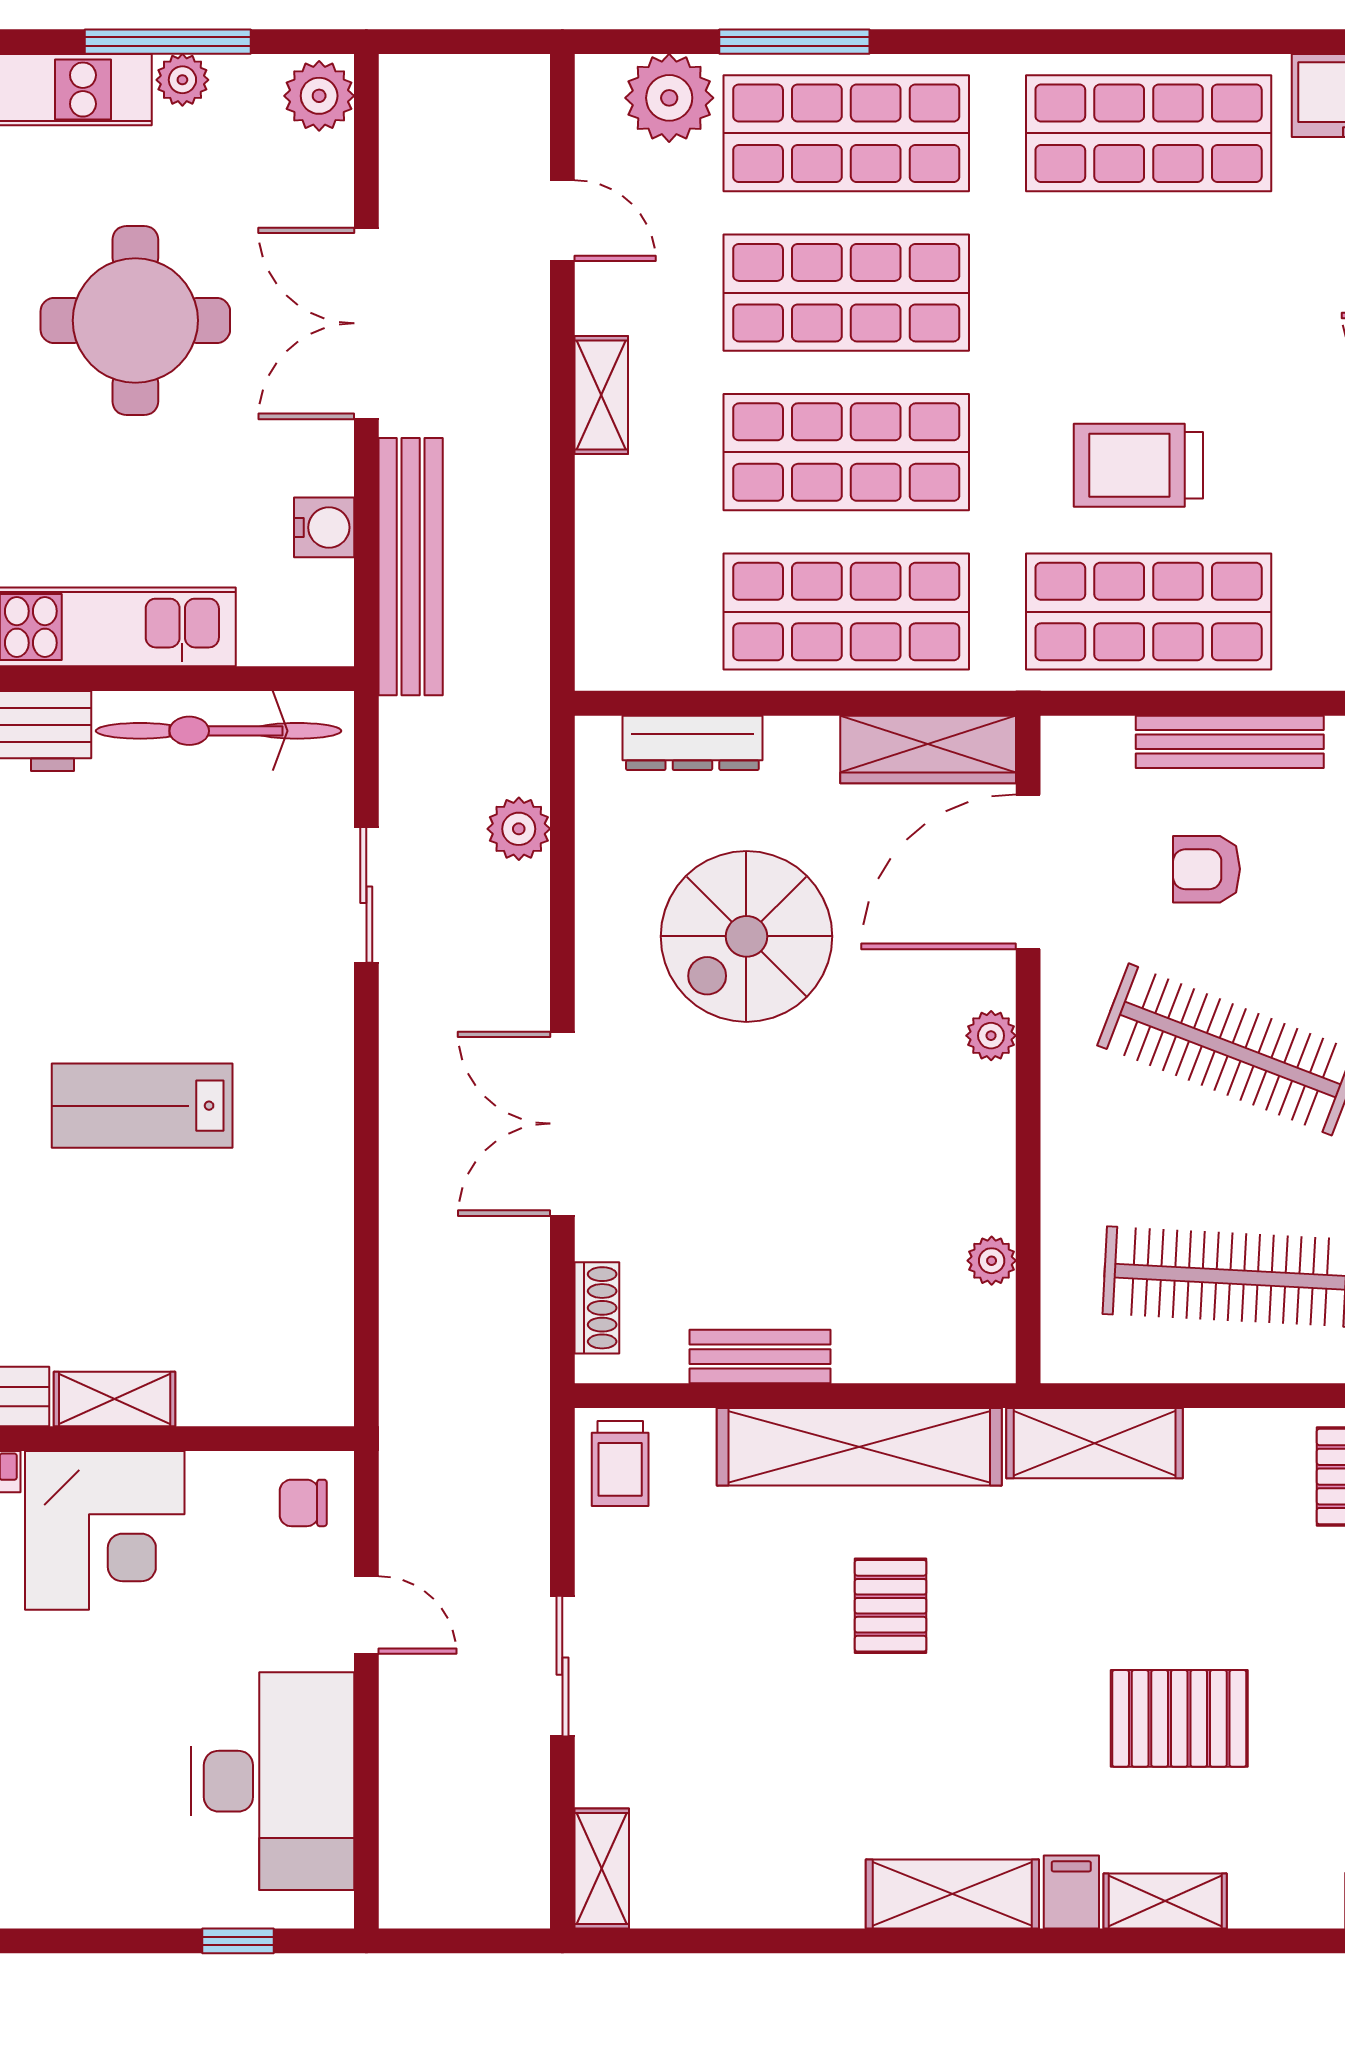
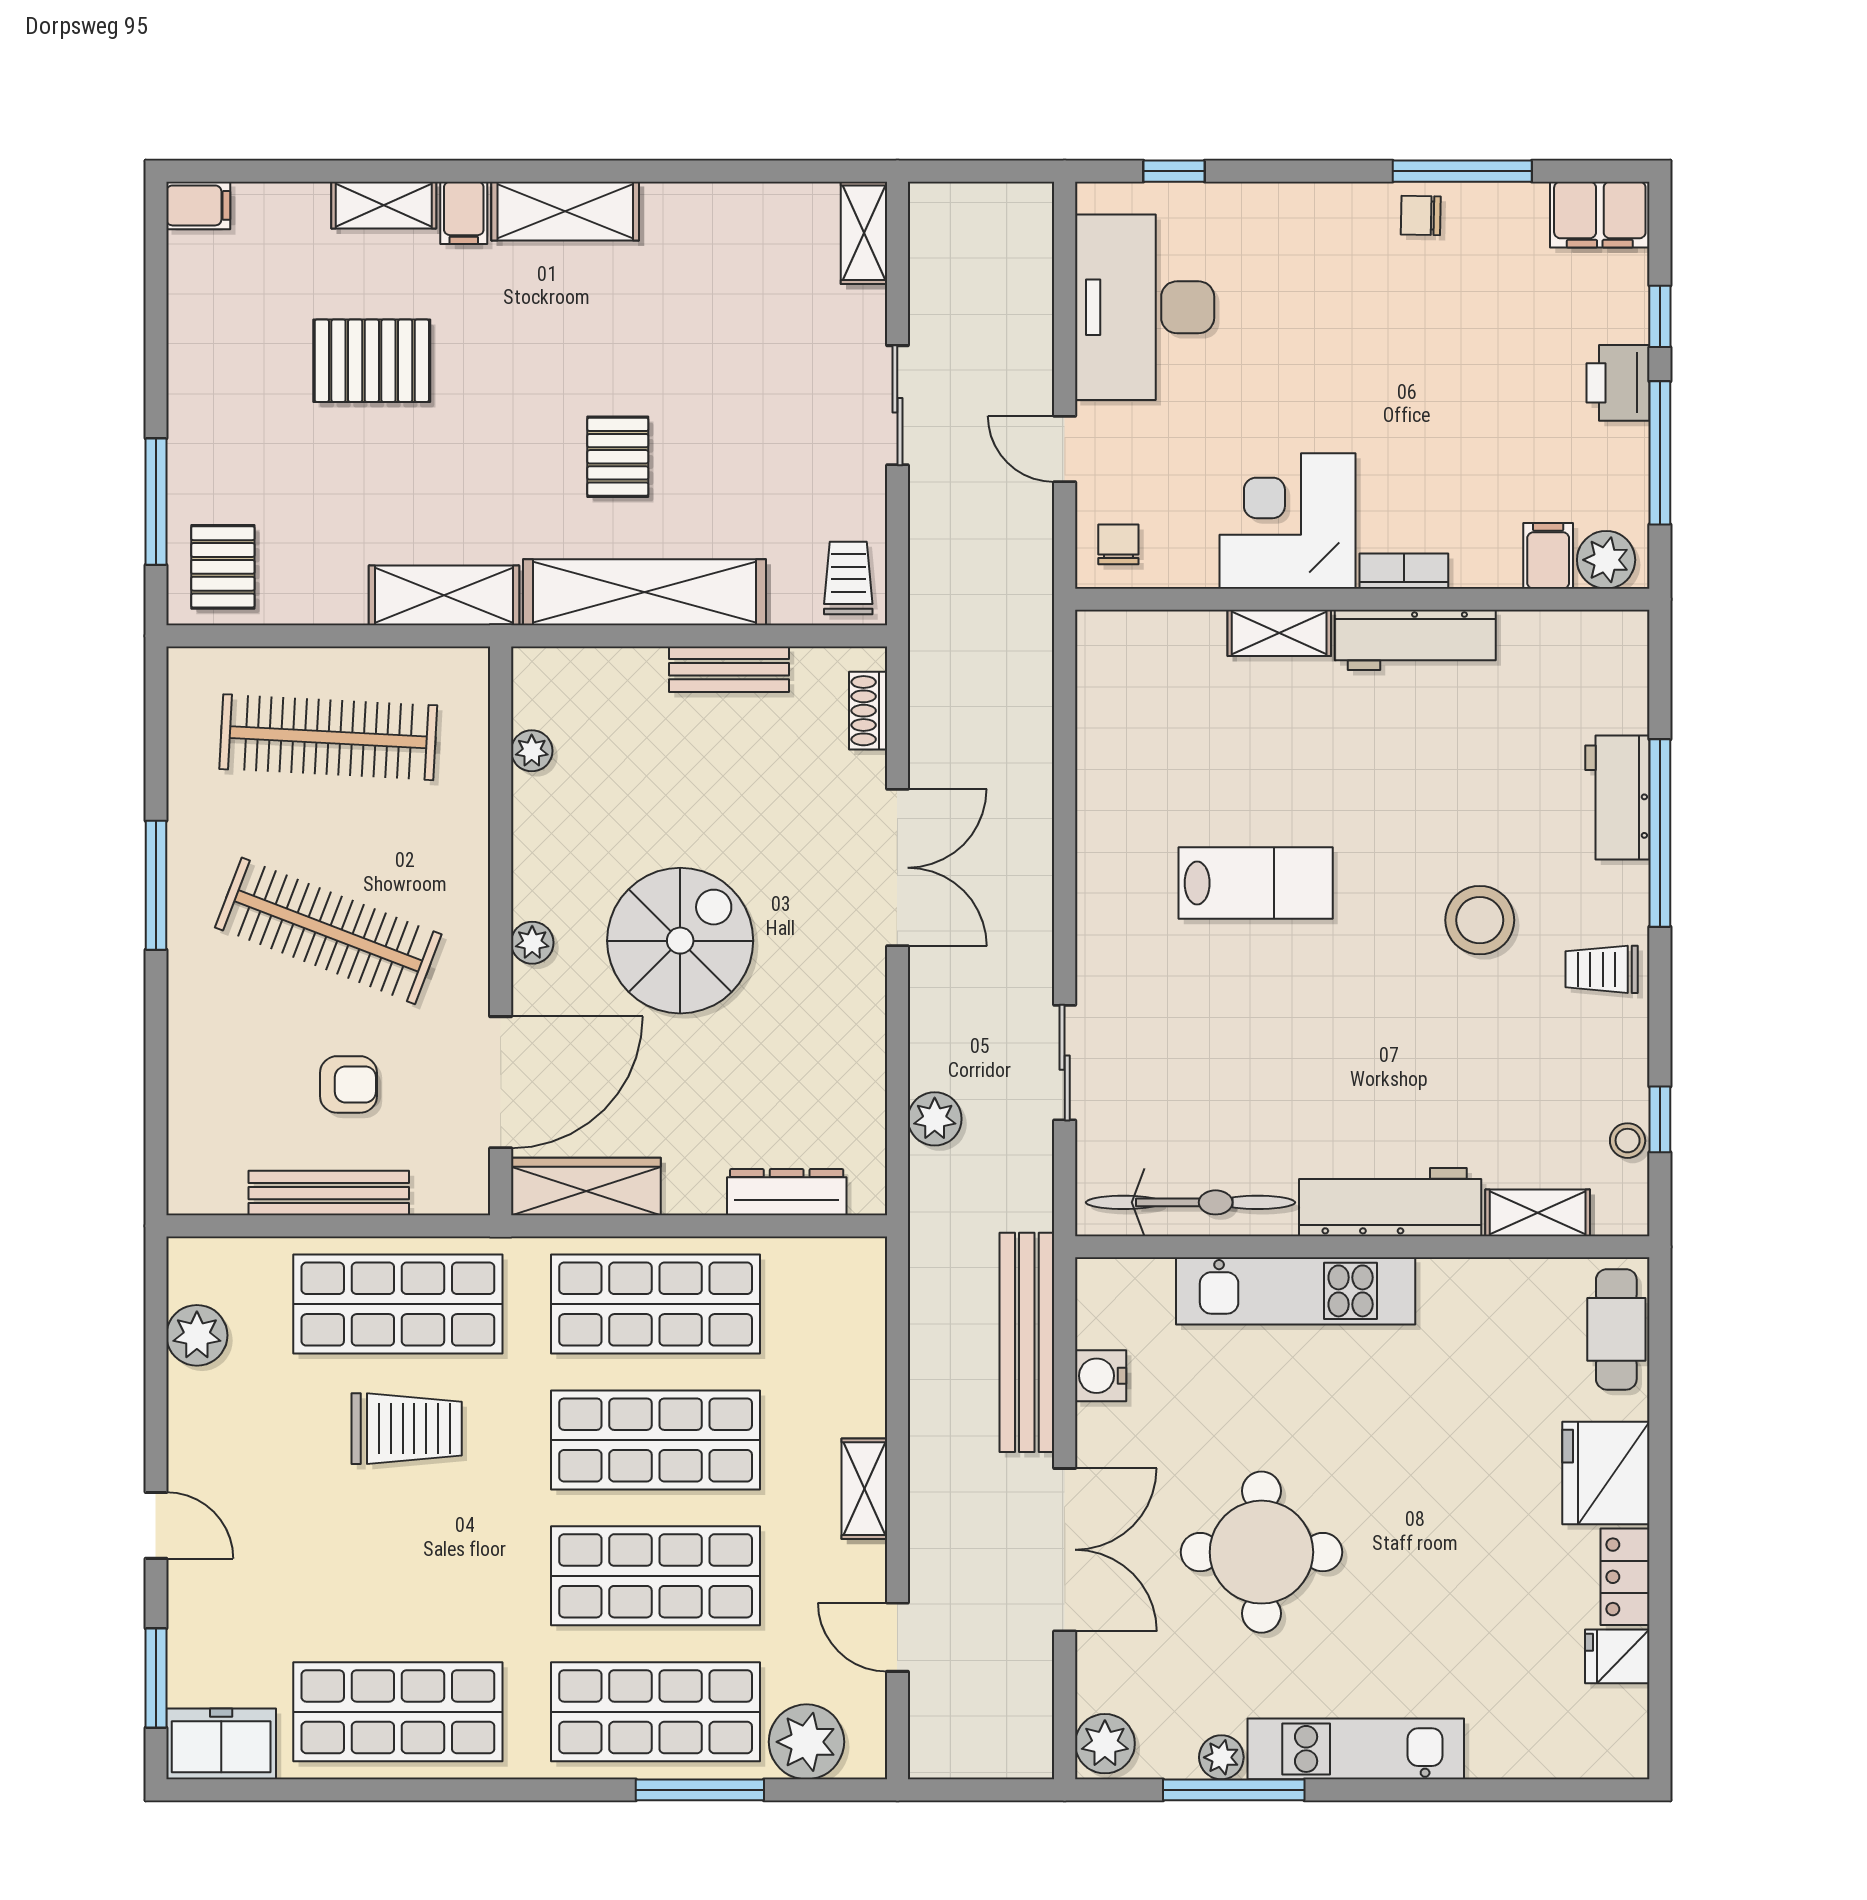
spiral stairs: (746, 936) -> (680, 941), moved
chair: (303, 1503) -> (1118, 544), turned -90

